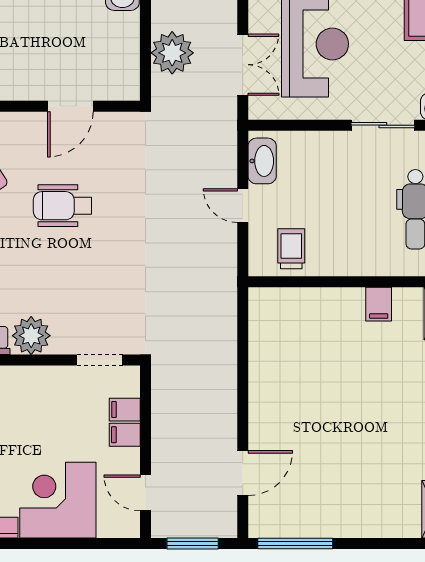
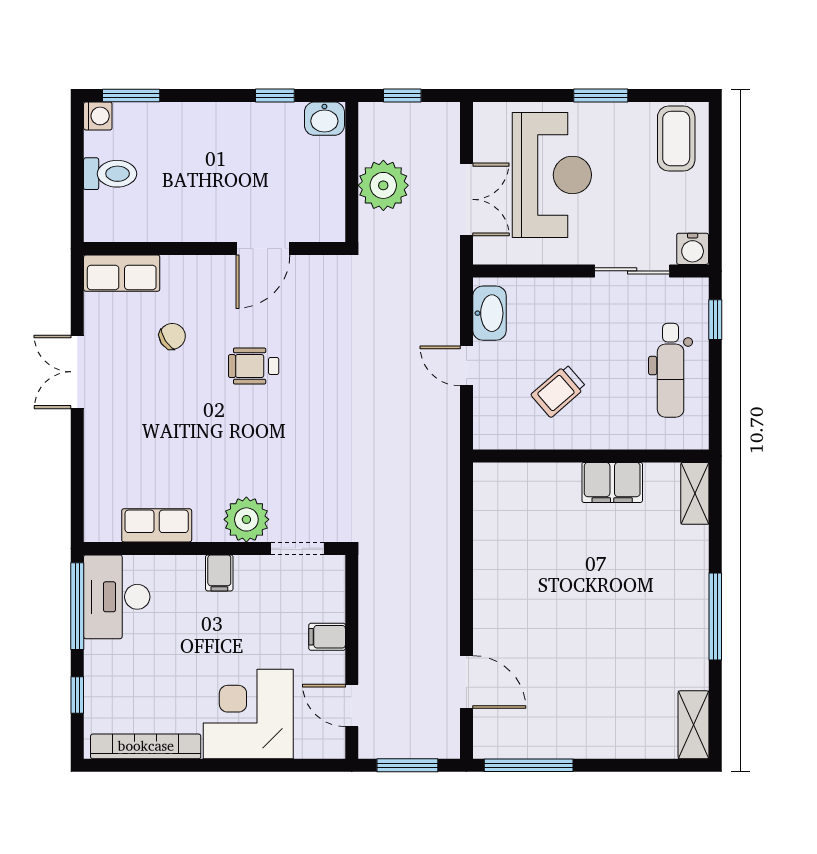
wheelchair: (62, 206) -> (254, 366), width x0.73, depth x0.73
trolley: (291, 249) -> (558, 391), moved, turned -131
filing cabinet: (379, 304) -> (612, 482), width x2.00
plant: (31, 336) -> (246, 519), moved
filing cabinet: (125, 410) -> (219, 573), moved, turned -90
door: (243, 473) -> (466, 682), hinge flipped

